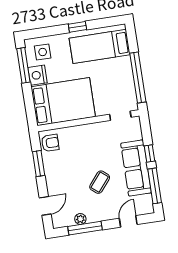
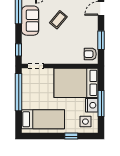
window: (77, 27) -> (71, 136), moved
window: (23, 65) -> (101, 103), moved
window: (150, 154) -> (19, 50), moved
sofa: (136, 168) -> (30, 21), width x0.73

